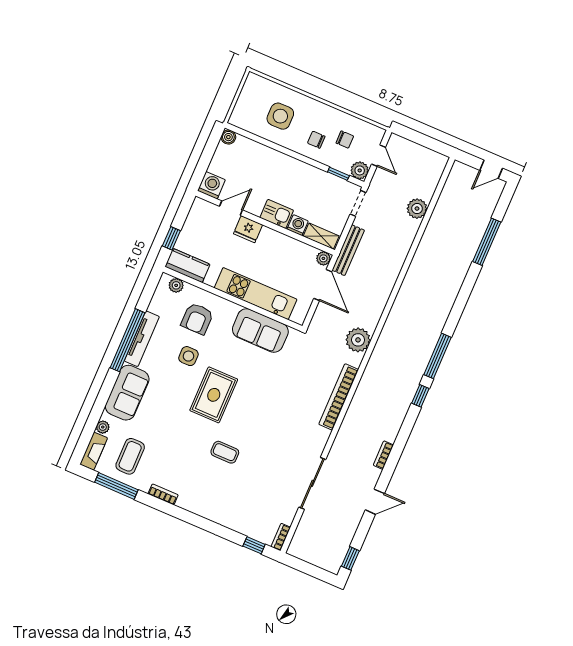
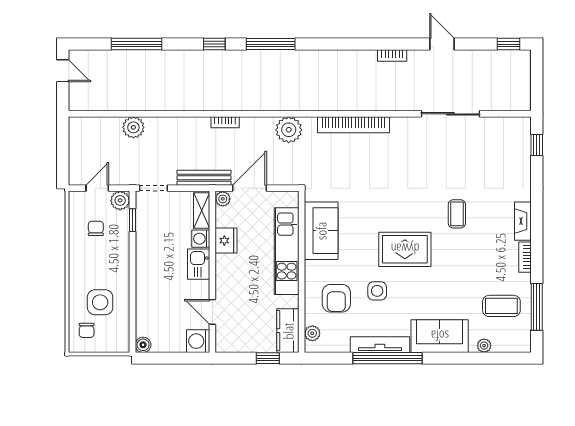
chair: (316, 140) -> (87, 330), moved
fridge: (248, 229) -> (226, 241), moved
armchair: (197, 319) -> (336, 298), turned 90
window: (420, 396) -> (214, 44), moved
fireplace: (94, 451) -> (523, 221), moved, turned -90
bookcase: (281, 537) -> (225, 122), moved

